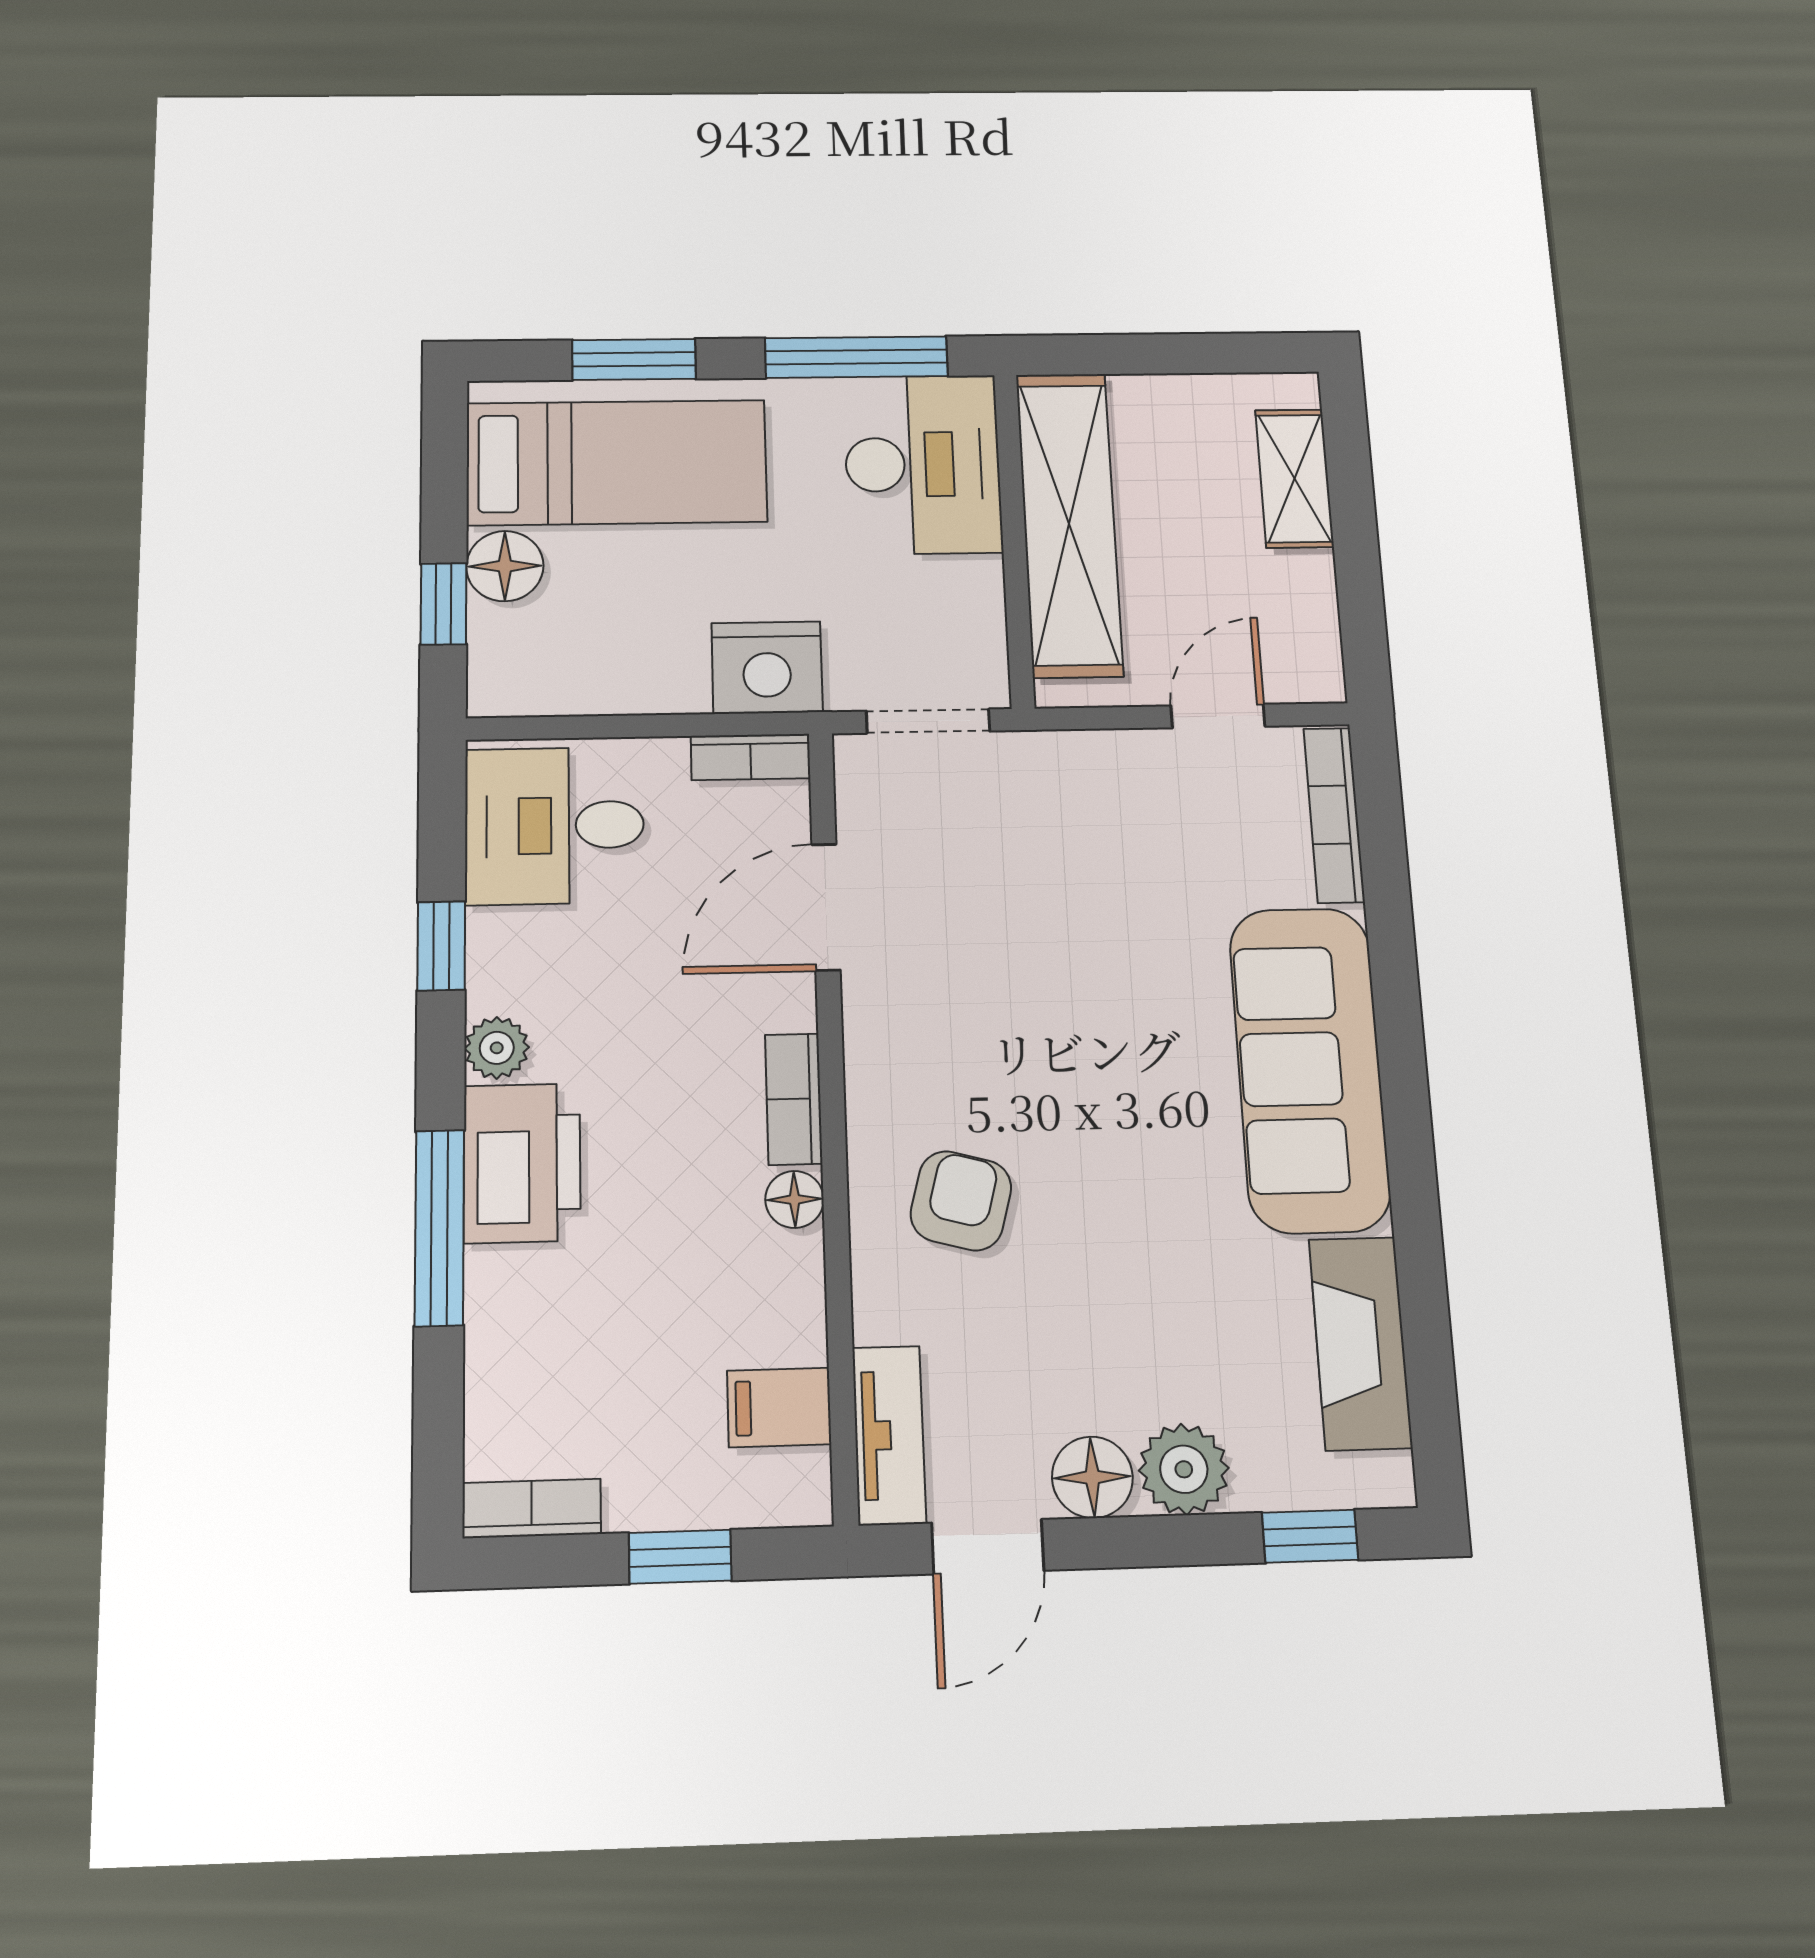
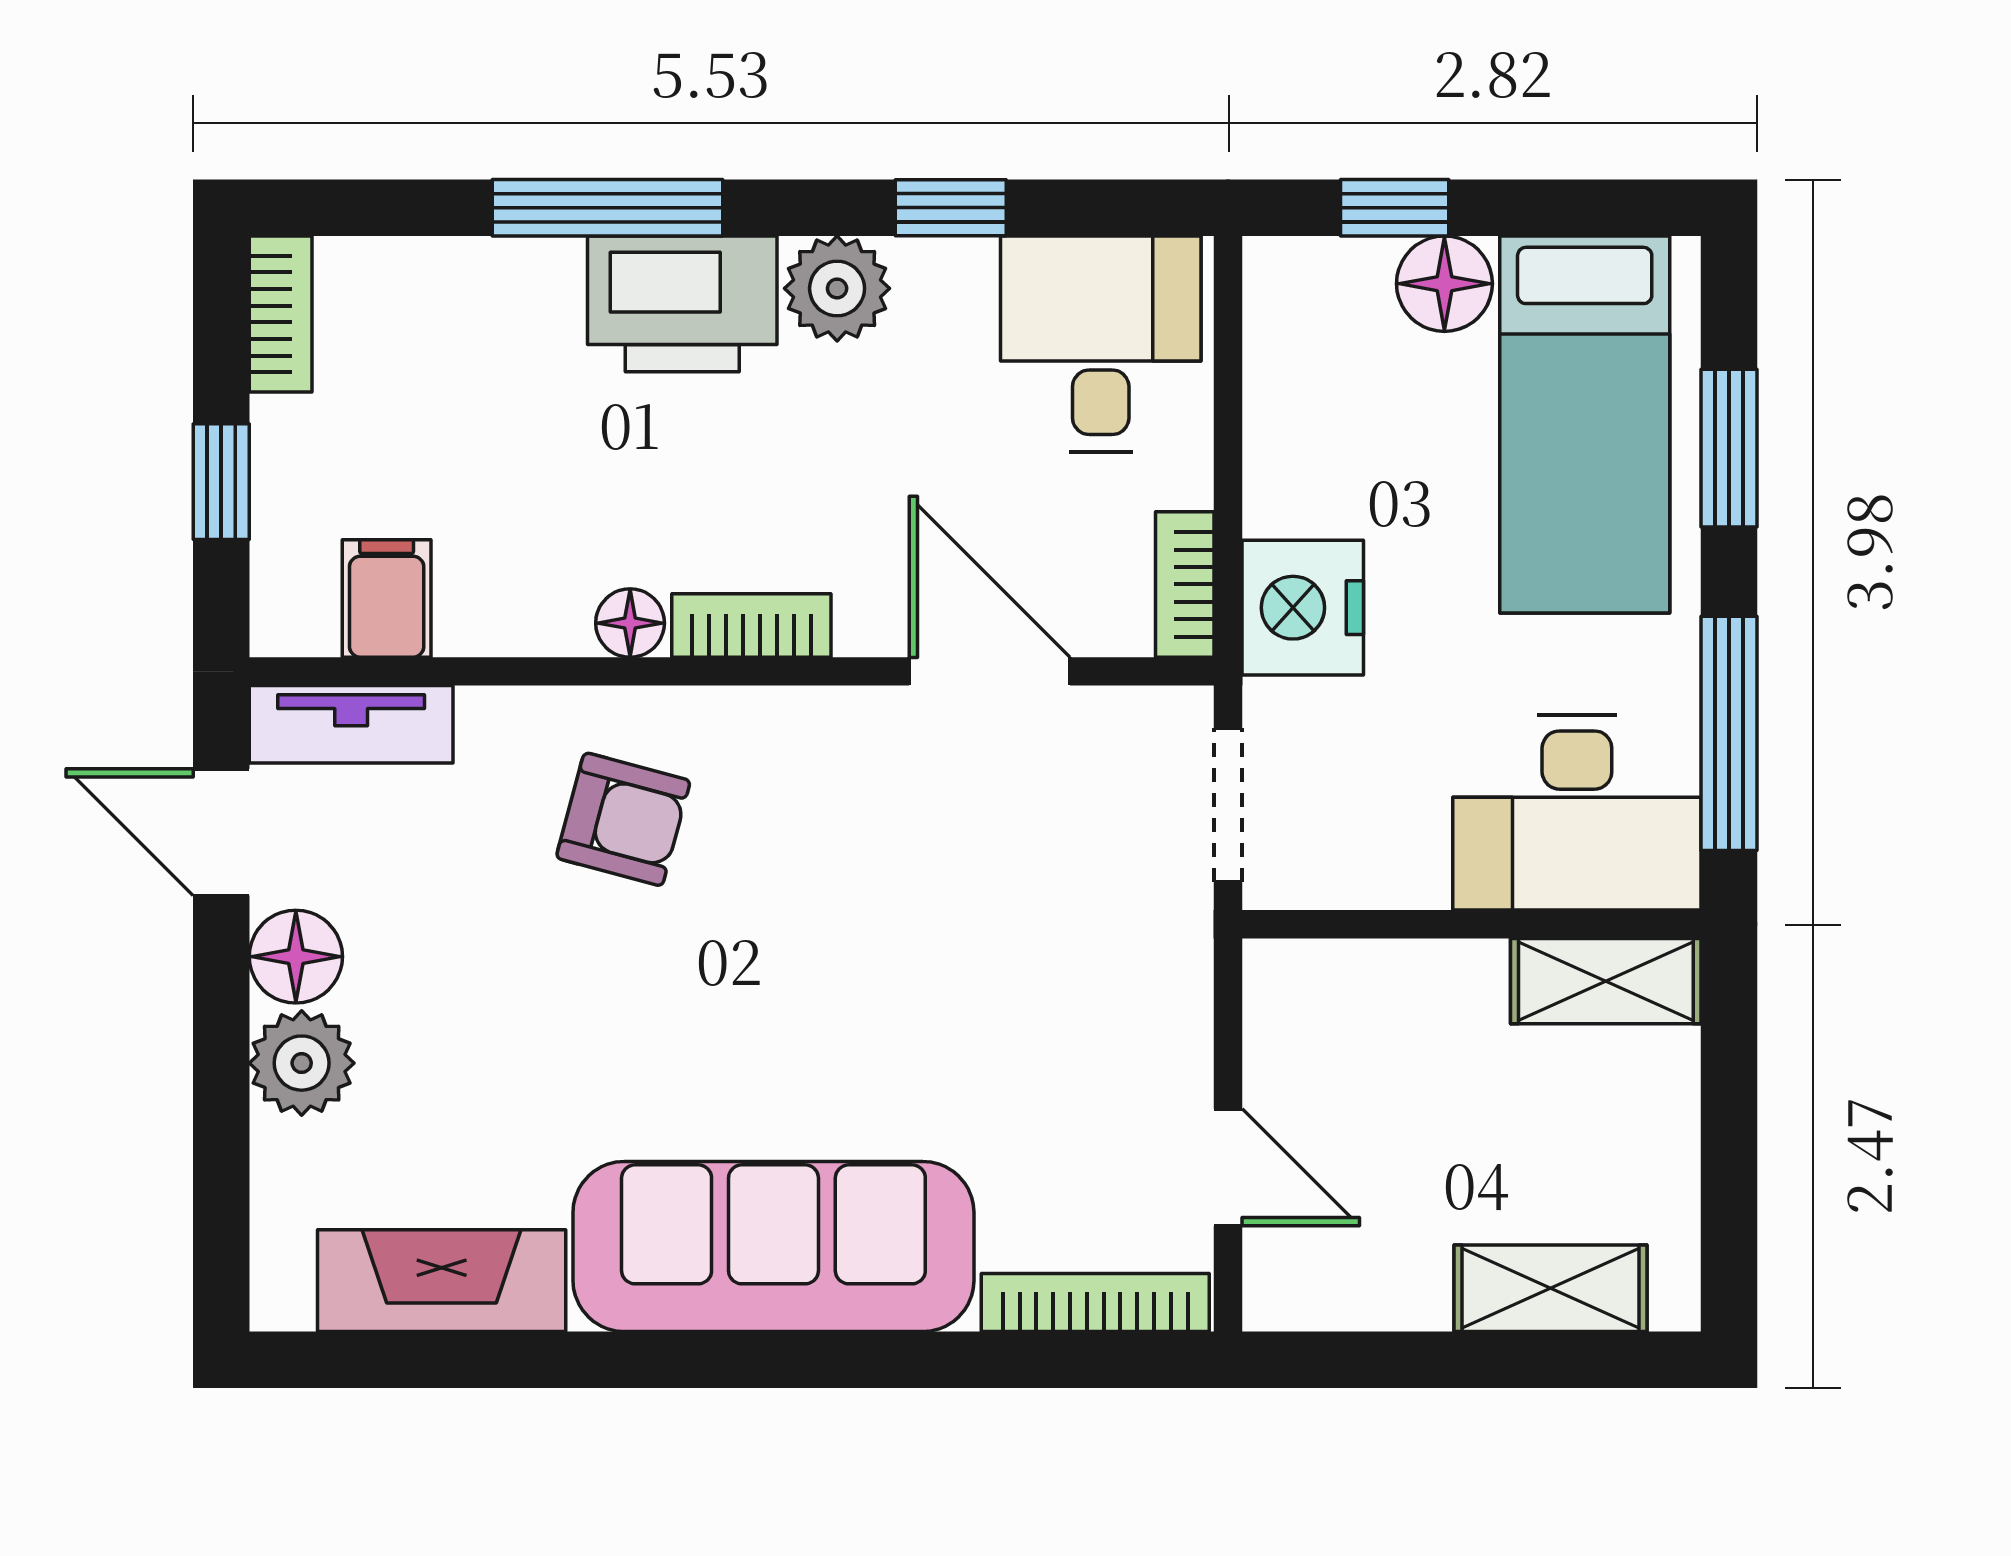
shelving: (1069, 524) -> (1606, 981), width x0.45, depth x0.75
plant: (497, 1048) -> (837, 288), width x1.38, depth x1.38
window: (1310, 1536) -> (221, 1204), removed

